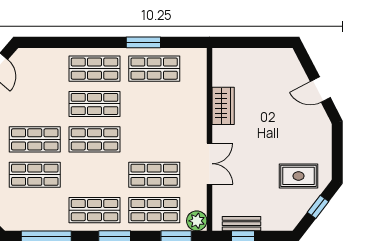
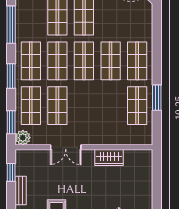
shop shelf: (94, 175) -> (57, 61), added
bench: (242, 224) -> (21, 190), moved

